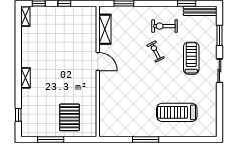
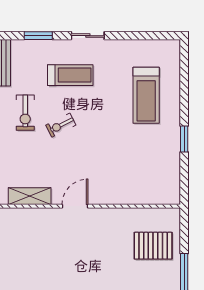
treadmill: (191, 58) -> (70, 75), turned 180
window: (146, 139) -> (184, 139), width x0.69

